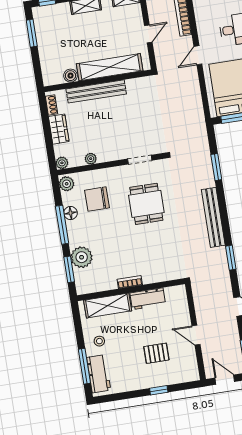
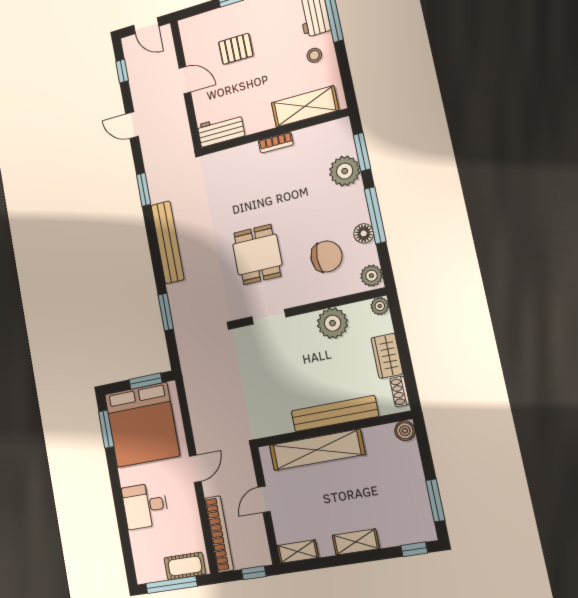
boiler: (71, 76) -> (405, 431), moved
plant: (91, 159) -> (333, 323), width x1.88, depth x1.88
workbench: (148, 299) -> (221, 130), moved

